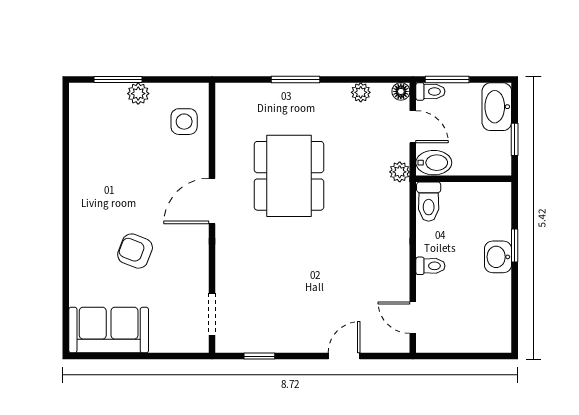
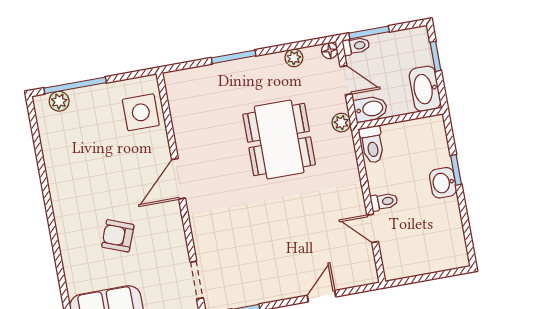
window: (118, 79) -> (75, 85), width x1.44
plant: (138, 94) -> (59, 101), moved
washbasin: (497, 107) -> (425, 89), moved
side table: (184, 122) -> (141, 112), width x1.37, depth x1.37
window: (515, 139) -> (436, 56), moved
dining table: (289, 176) -> (279, 140), moved
door: (413, 318) -> (373, 228), moved

